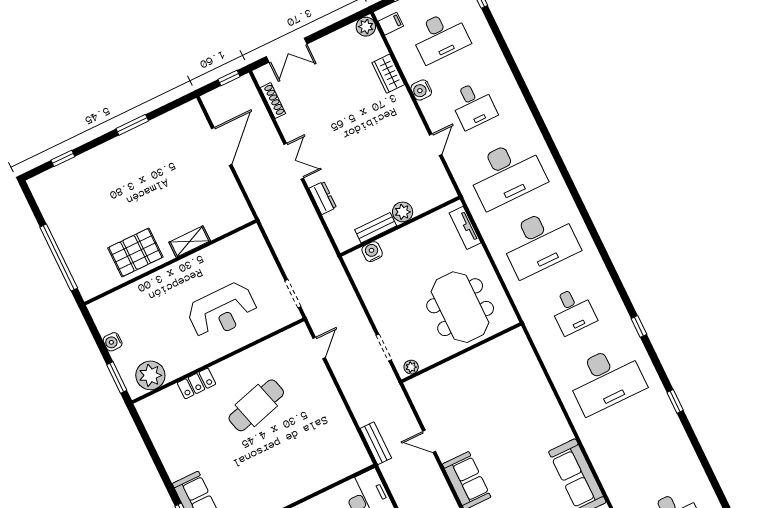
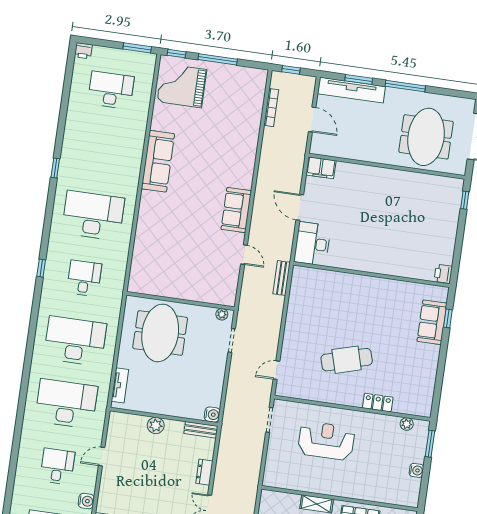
bench: (376, 228) -> (201, 430), moved
water cooler: (372, 252) -> (212, 415), moved, turned -90
window: (639, 326) -> (41, 268), moved
plant: (150, 375) -> (407, 424), width x0.53, depth x0.53

